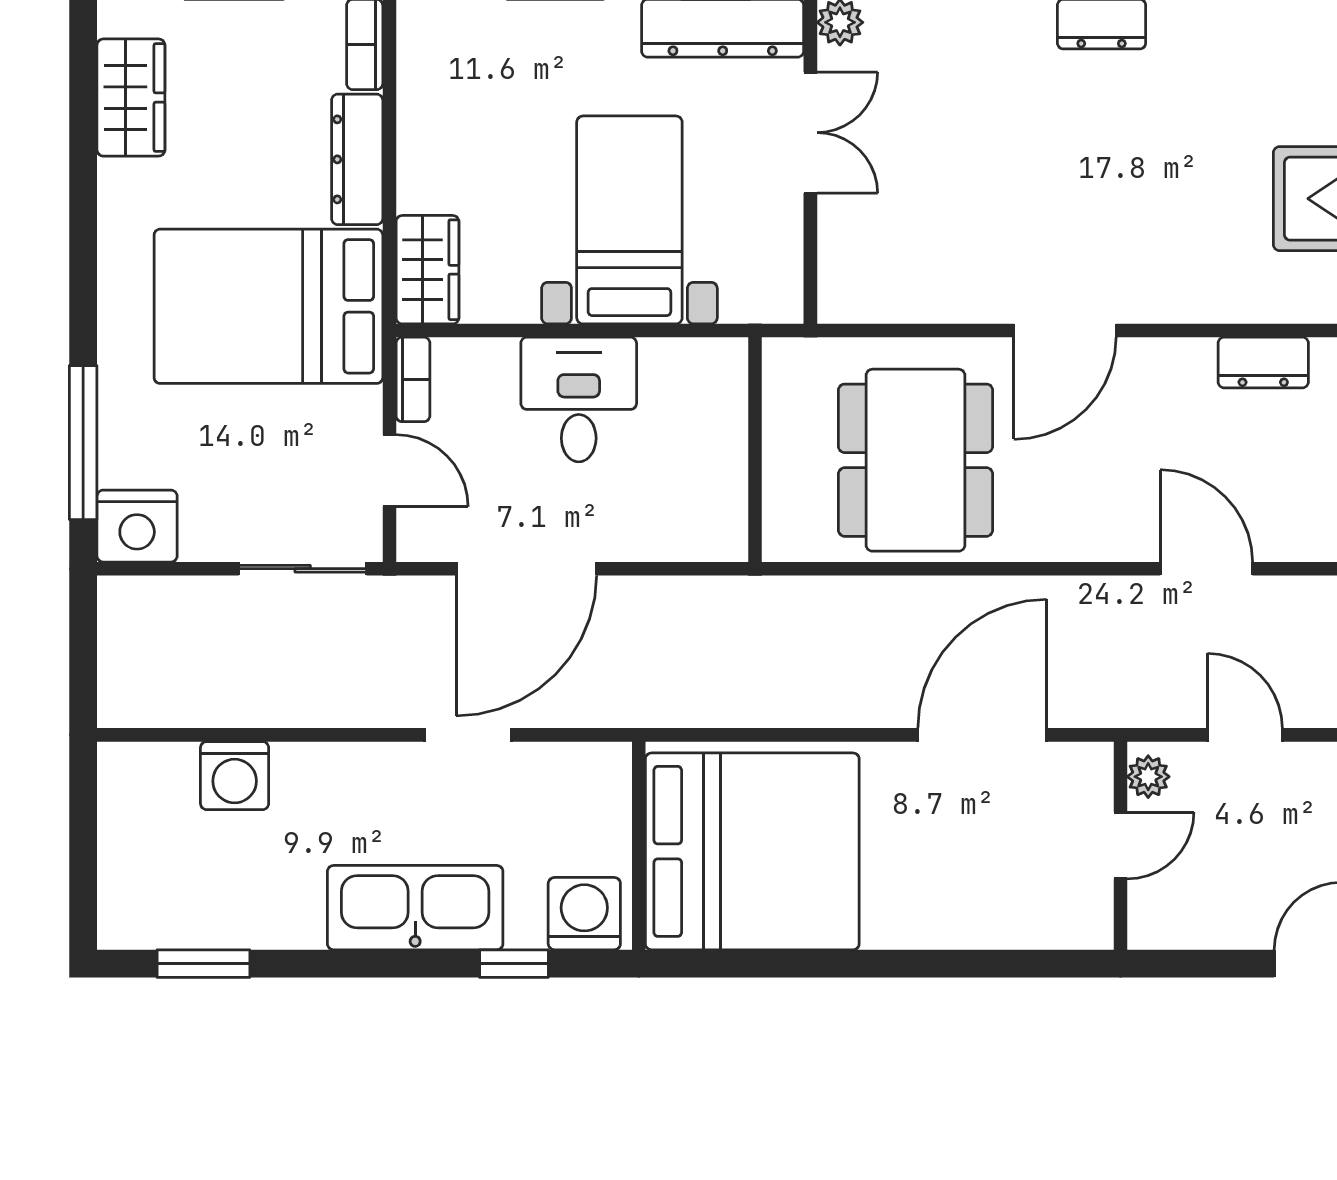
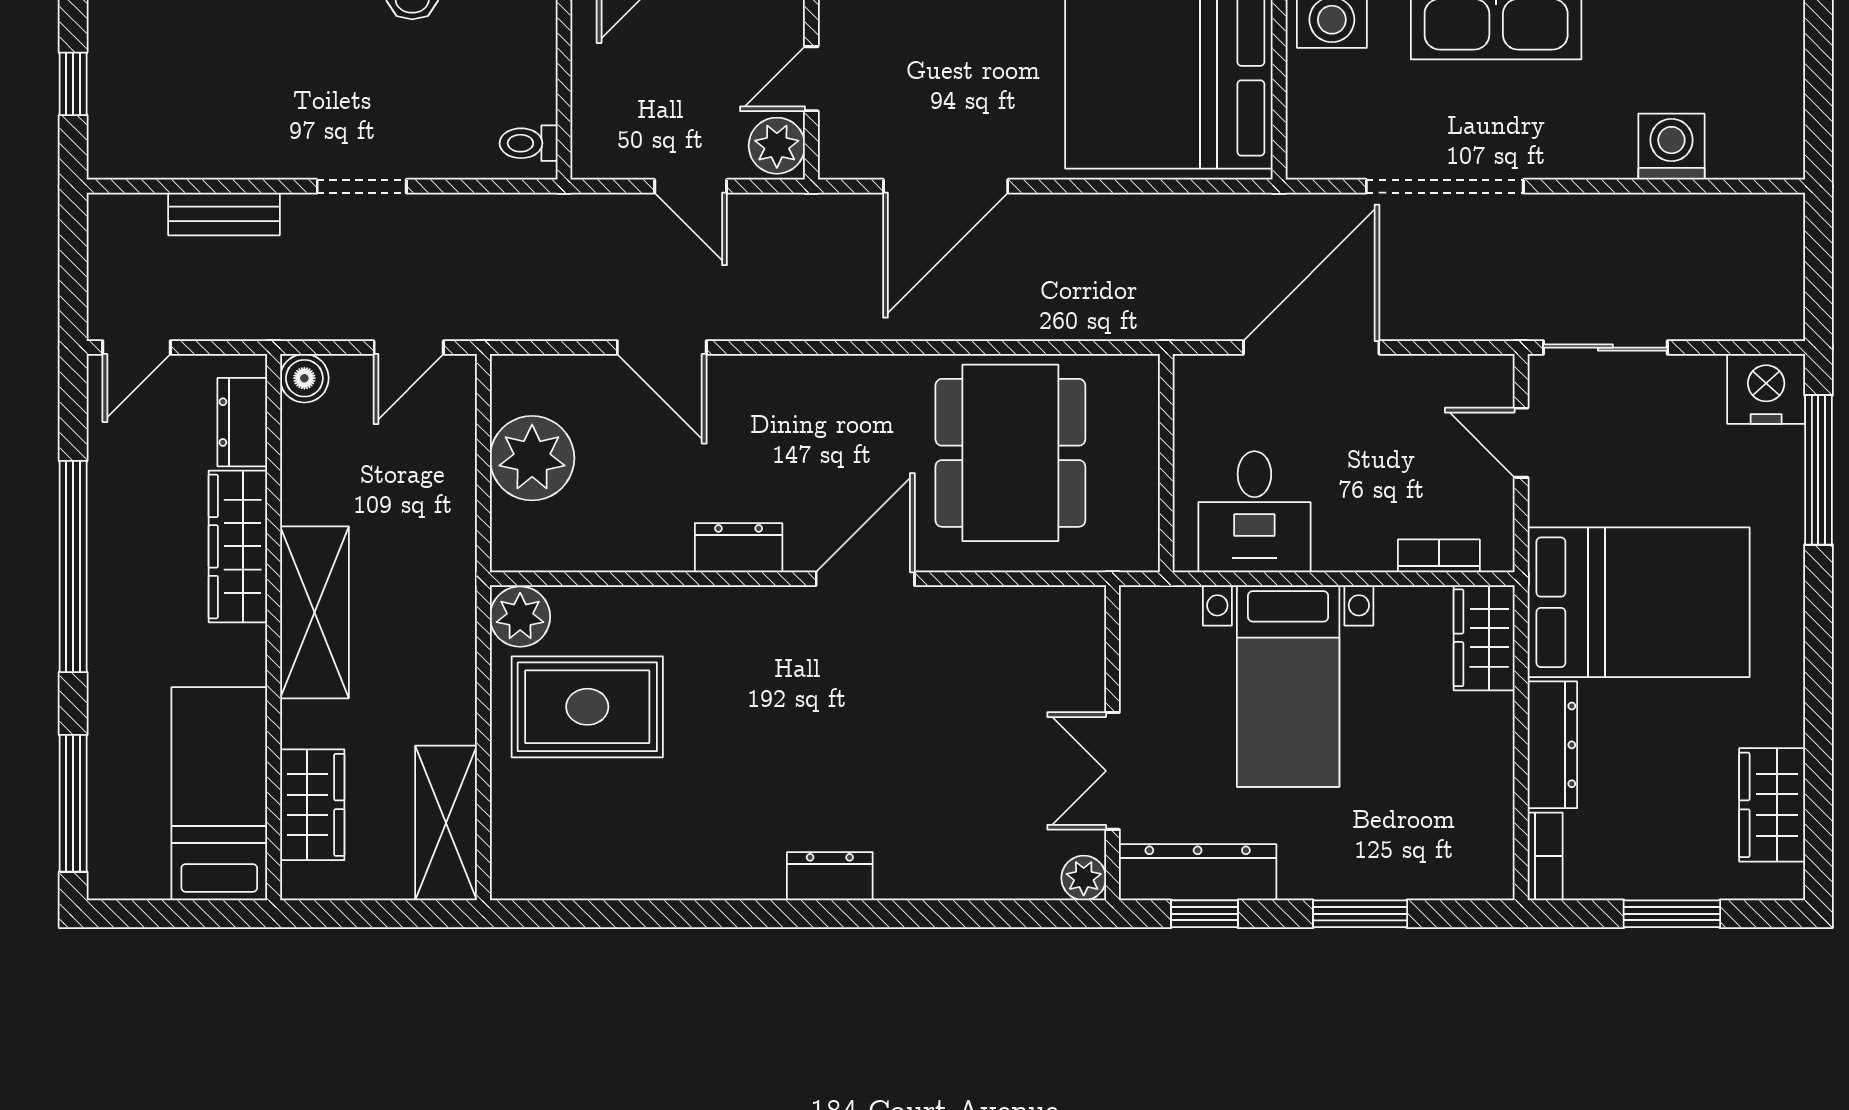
dresser: (1263, 363) -> (739, 548), moved
bookcase: (413, 379) -> (1439, 556), moved, turned 90
desk: (579, 400) -> (1254, 512), moved
door: (526, 569) -> (1311, 348), moved
door: (1206, 569) -> (662, 348), moved
doorway: (468, 735) -> (1445, 186), width x1.88
plant: (1148, 777) -> (777, 146), width x1.38, depth x1.38

